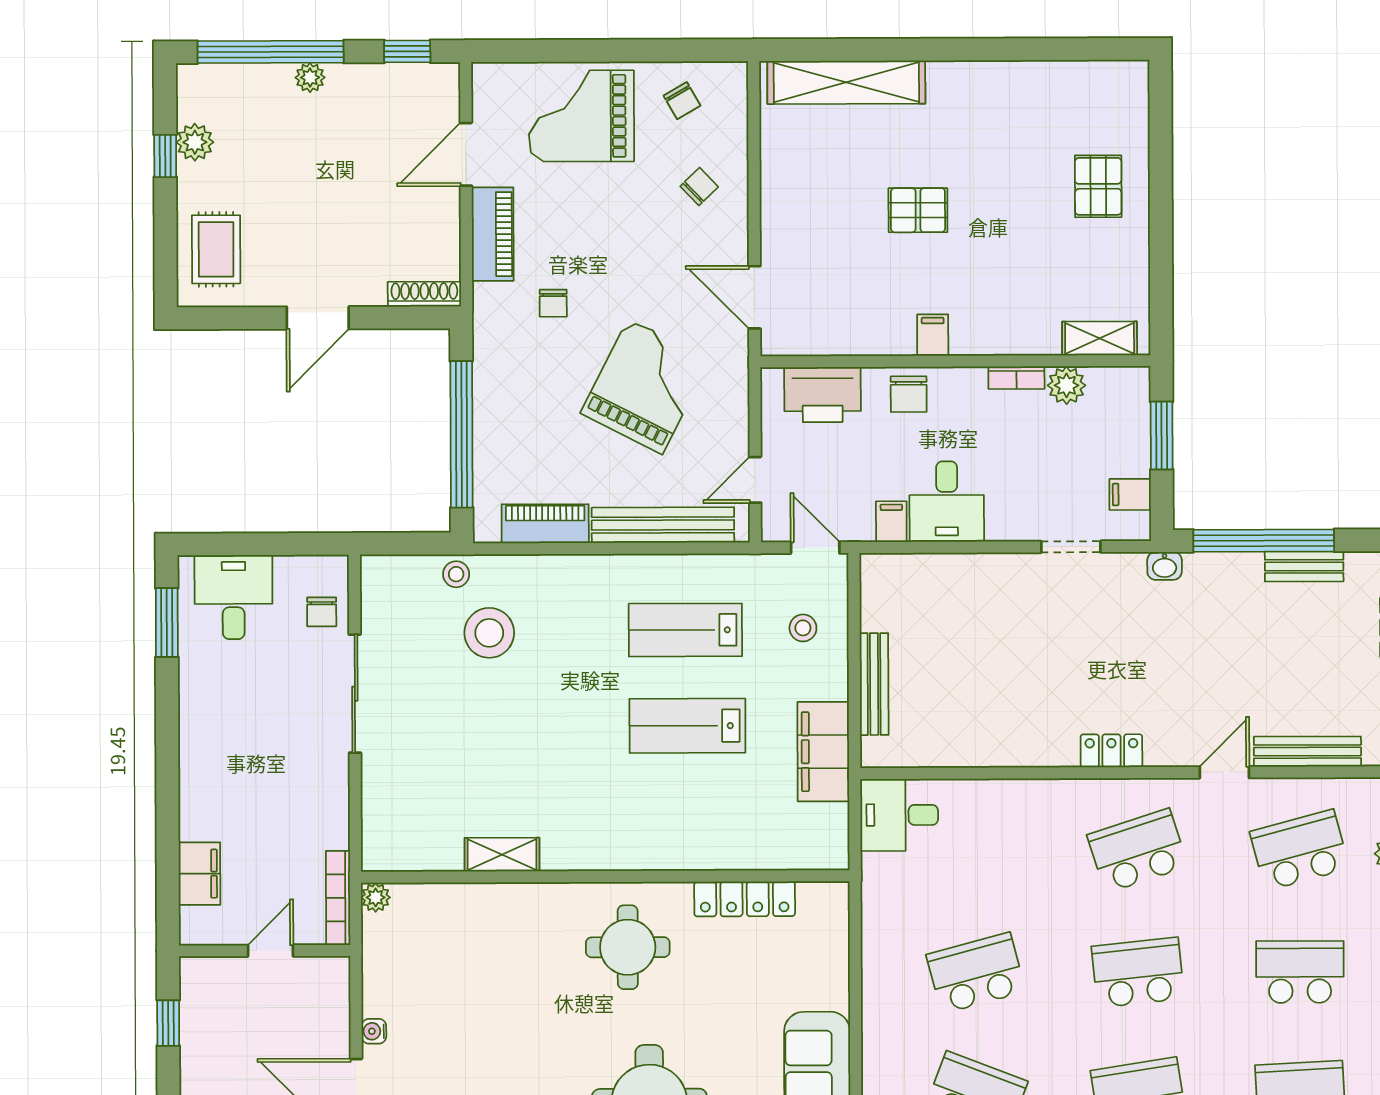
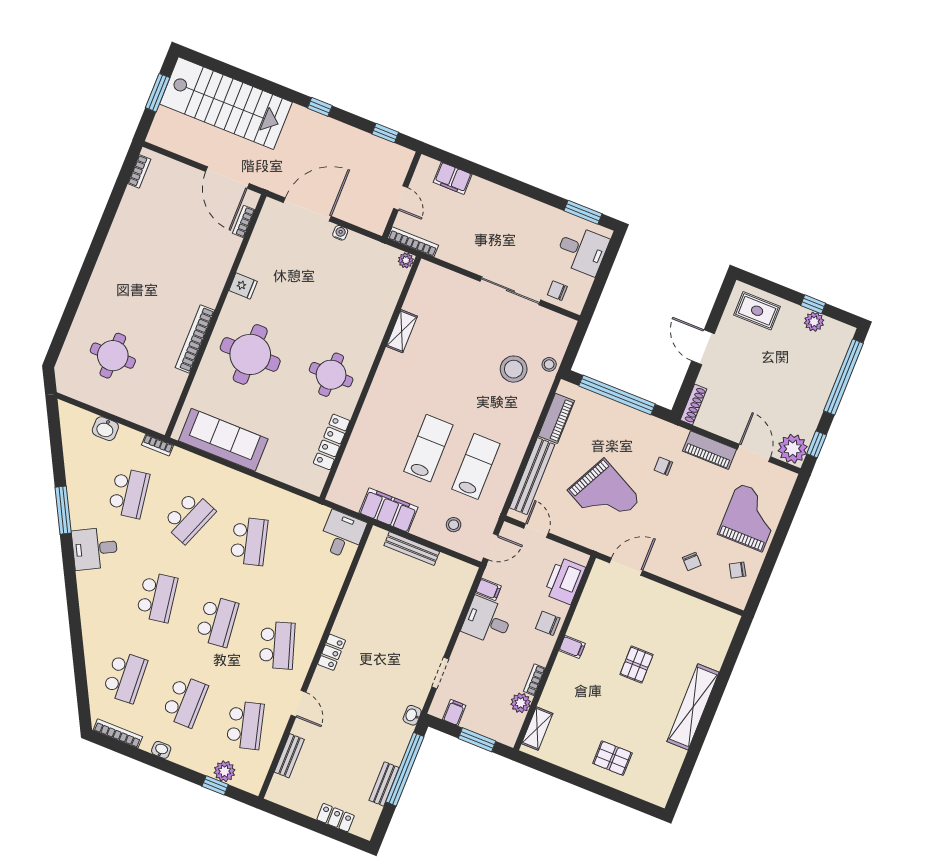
plant: (310, 78) -> (793, 449), moved, width x1.87, depth x1.87
shelving: (846, 82) -> (693, 707), moved
bench: (1307, 752) -> (289, 756), width x0.73

